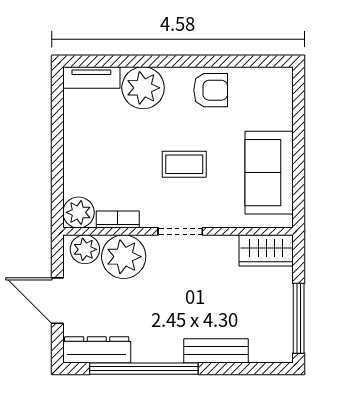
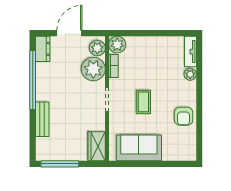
plant: (143, 88) -> (190, 74), width x0.53, depth x0.53
dresser: (97, 350) -> (43, 49), width x0.70

